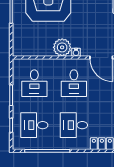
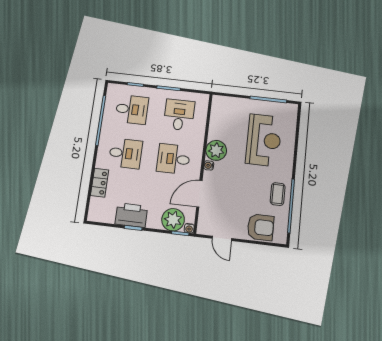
desk: (34, 83) -> (179, 115), turned 90
desk: (34, 125) -> (132, 109), turned 90
desk: (74, 125) -> (125, 153), turned 90

